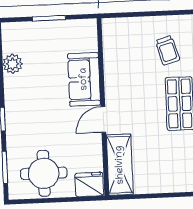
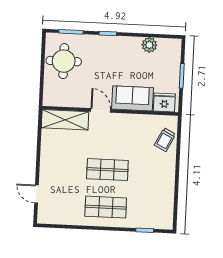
trolley: (167, 50) -> (165, 140), moved, turned -47
fridge: (89, 184) -> (164, 102), moved, turned -90

